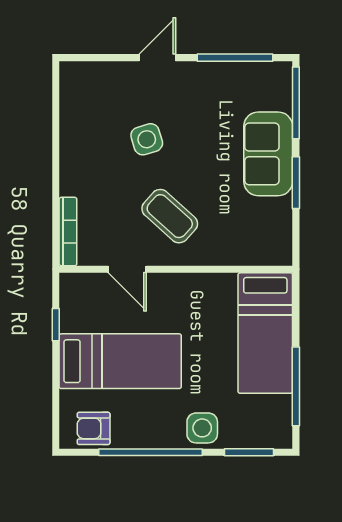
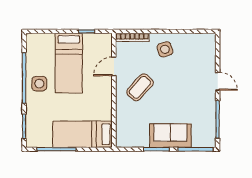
side table: (147, 139) -> (165, 49), moved
armchair: (94, 428) -> (36, 50), removed
side table: (202, 428) -> (39, 84), moved

